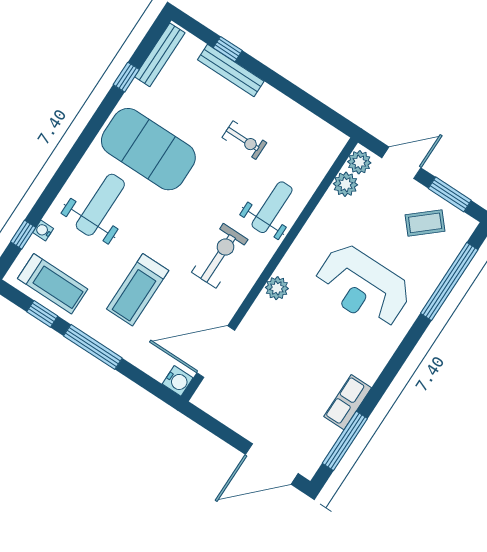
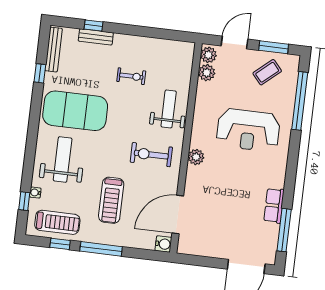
bench: (231, 71) -> (96, 37), width x0.73
exercise bike: (220, 256) -> (151, 155), turned -90

